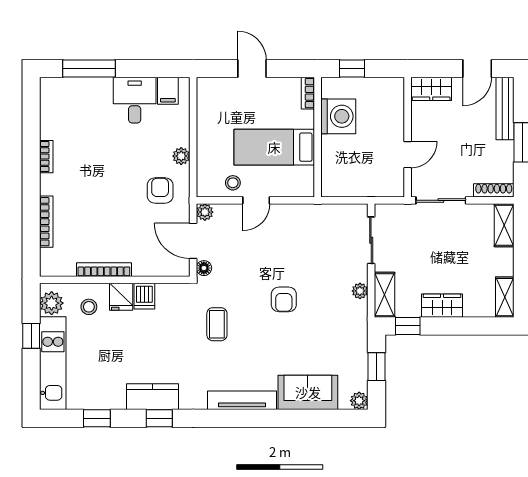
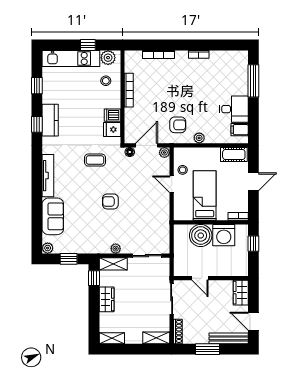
cot: (208, 100) -> (234, 154), added
boiler: (339, 154) -> (201, 235), added
fridge: (121, 297) -> (112, 130), moved

